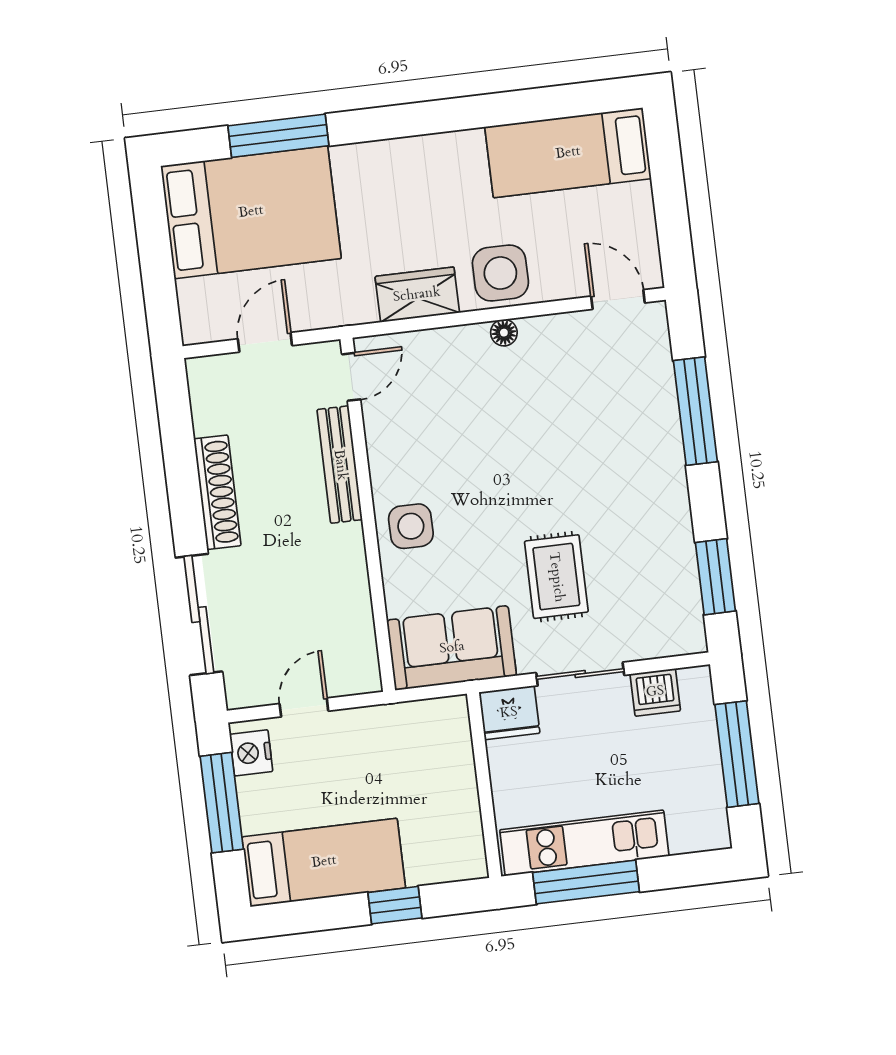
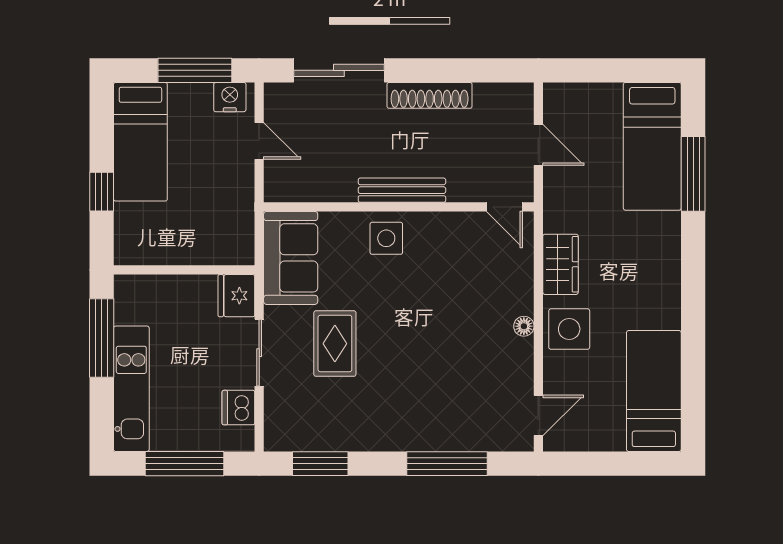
bed: (251, 212) -> (652, 146), width x0.67
bench: (340, 465) -> (402, 190), moved
rug: (556, 577) -> (335, 344), turned 90
kitchen unit: (584, 843) -> (131, 389), moved

